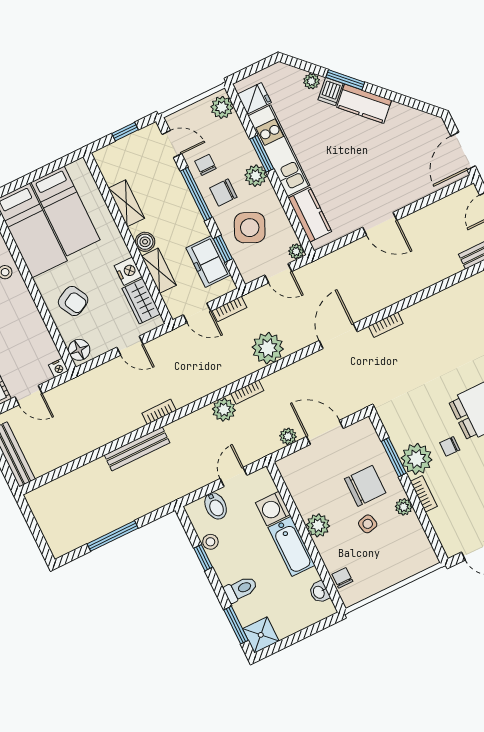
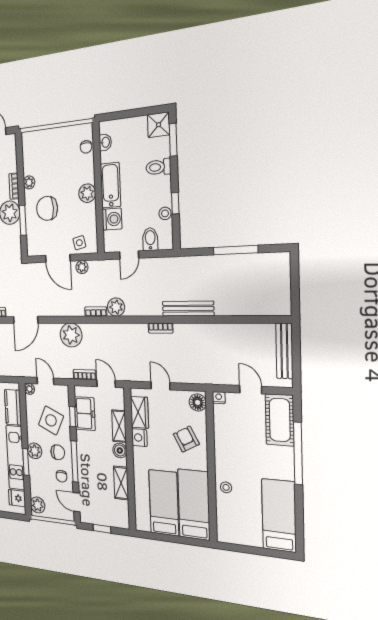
side table: (368, 524) -> (79, 243), moved

